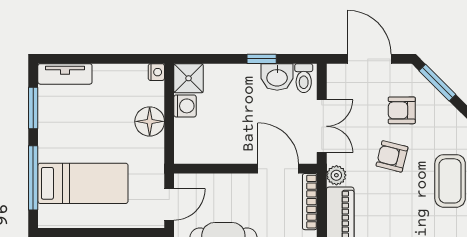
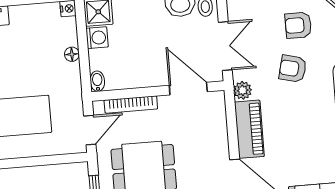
floor lamp: (150, 121) -> (72, 54), width x0.53, depth x0.53
bidet: (181, 153) -> (97, 81), added
bookcase: (310, 202) -> (131, 105), moved, turned -90

